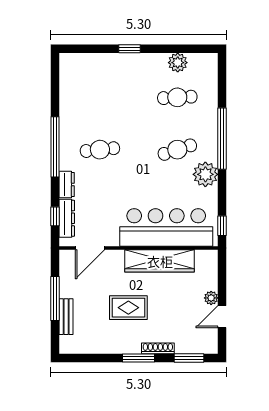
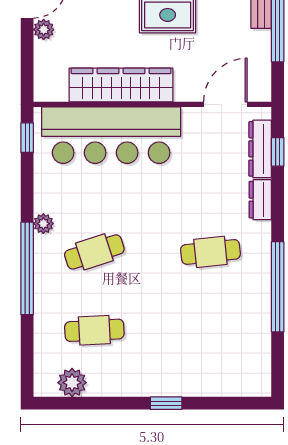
plant: (178, 63) -> (72, 383), moved
window: (55, 147) -> (278, 287), moved
plant: (205, 174) -> (43, 224), width x0.53, depth x0.53

